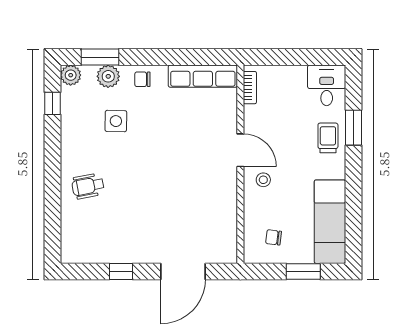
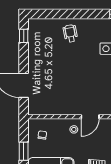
window: (121, 271) -> (24, 36), moved

